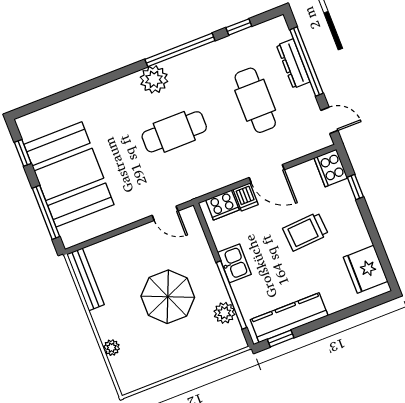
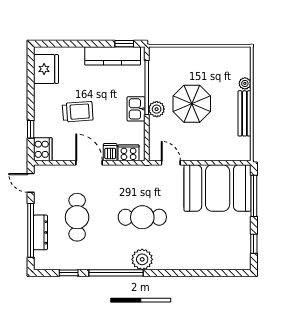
booth: (69, 174) -> (218, 188), moved, turned 90
bench: (85, 279) -> (245, 113), moved
plant: (224, 313) -> (157, 109), moved

